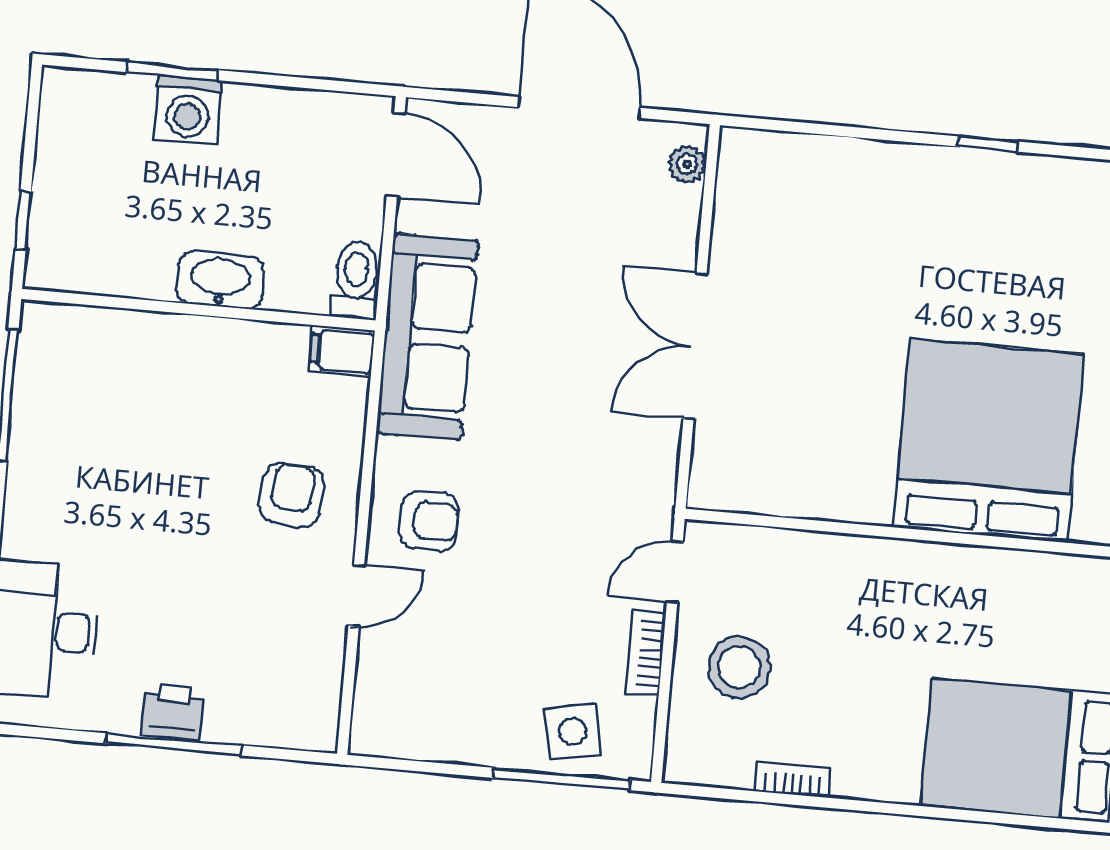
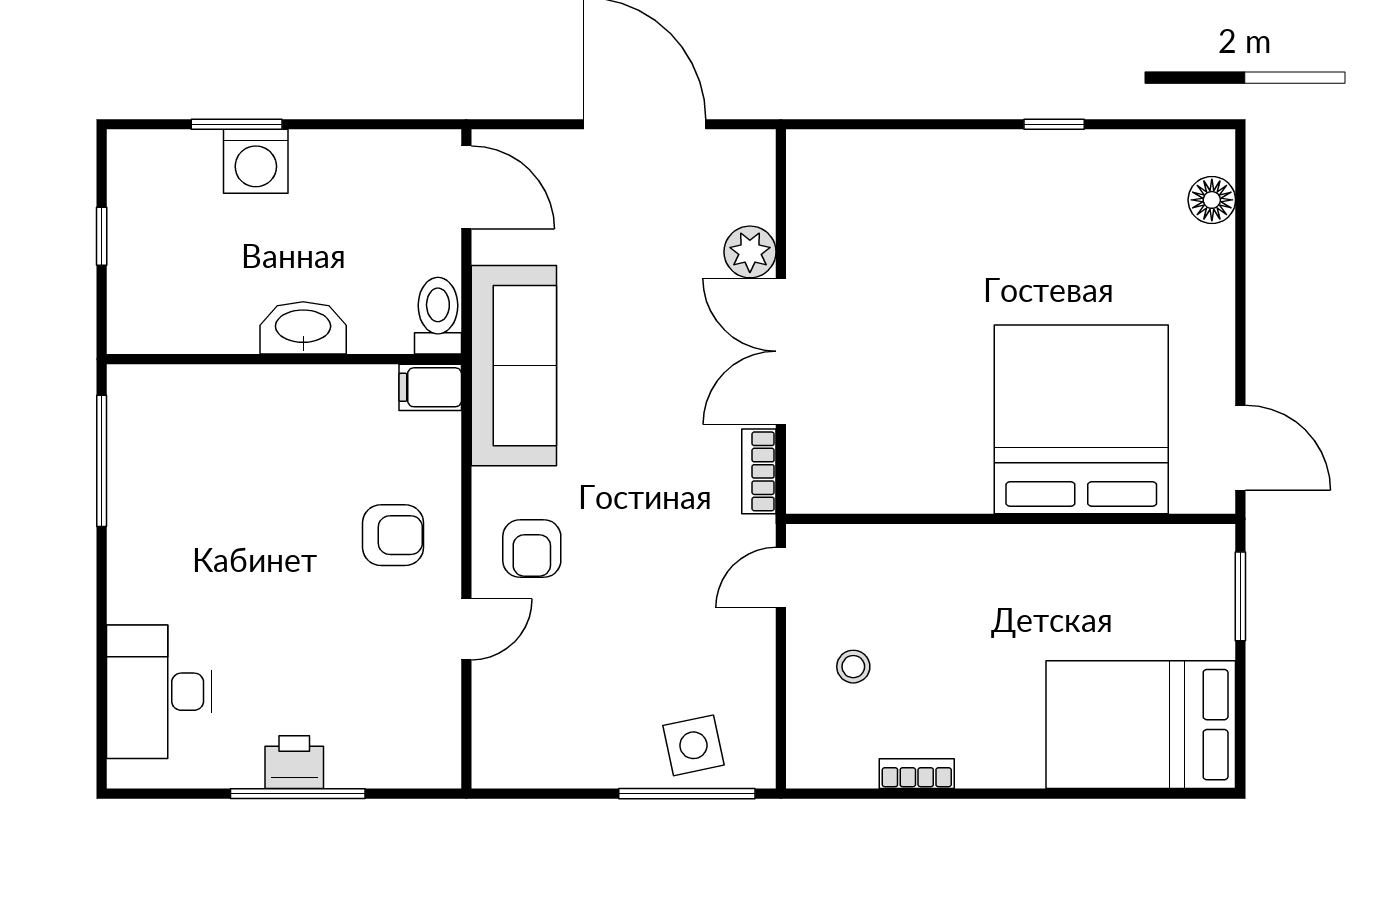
plant: (687, 164) -> (750, 252), moved, width x1.38, depth x1.38
window: (23, 221) -> (102, 236), moved
armchair: (292, 495) -> (393, 535), turned 84
armchair: (429, 521) -> (532, 549), turned 90
bookcase: (645, 653) -> (759, 471), moved
stool: (739, 667) -> (853, 667), width x0.53, depth x0.53

